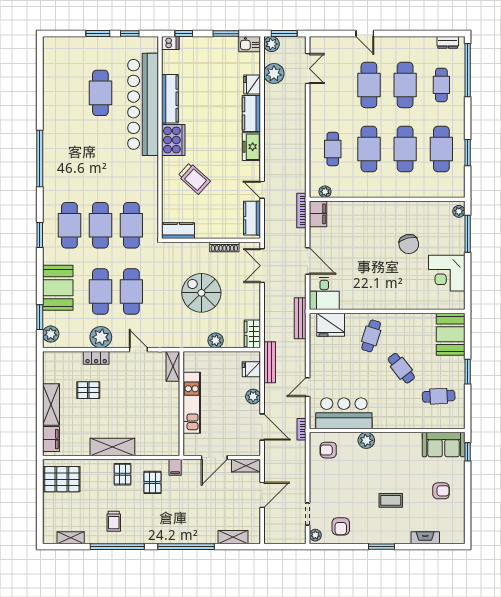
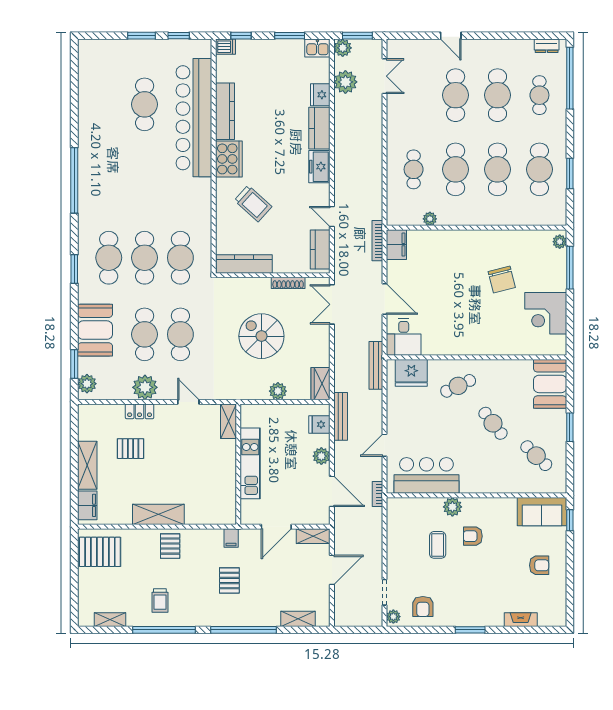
plant: (325, 192) -> (430, 219), moved
kitchen counter: (178, 231) -> (244, 264), width x1.50
cafe table: (371, 336) -> (458, 386), turned 47
cafe table: (439, 396) -> (536, 456), turned 47
armchair: (328, 450) -> (473, 536), moved
pallet: (152, 482) -> (229, 580), moved
coffee table: (391, 500) -> (438, 545), moved, turned 90

